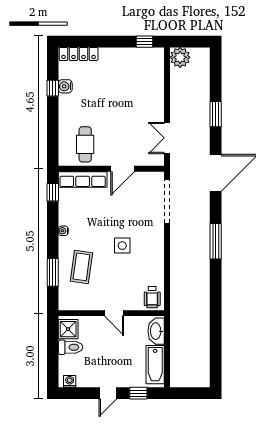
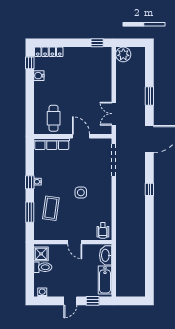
window: (53, 88) -> (30, 63), moved
door: (123, 169) -> (81, 136), swing flipped
window: (53, 192) -> (30, 182), moved
window: (216, 241) -> (149, 189), width x0.46

